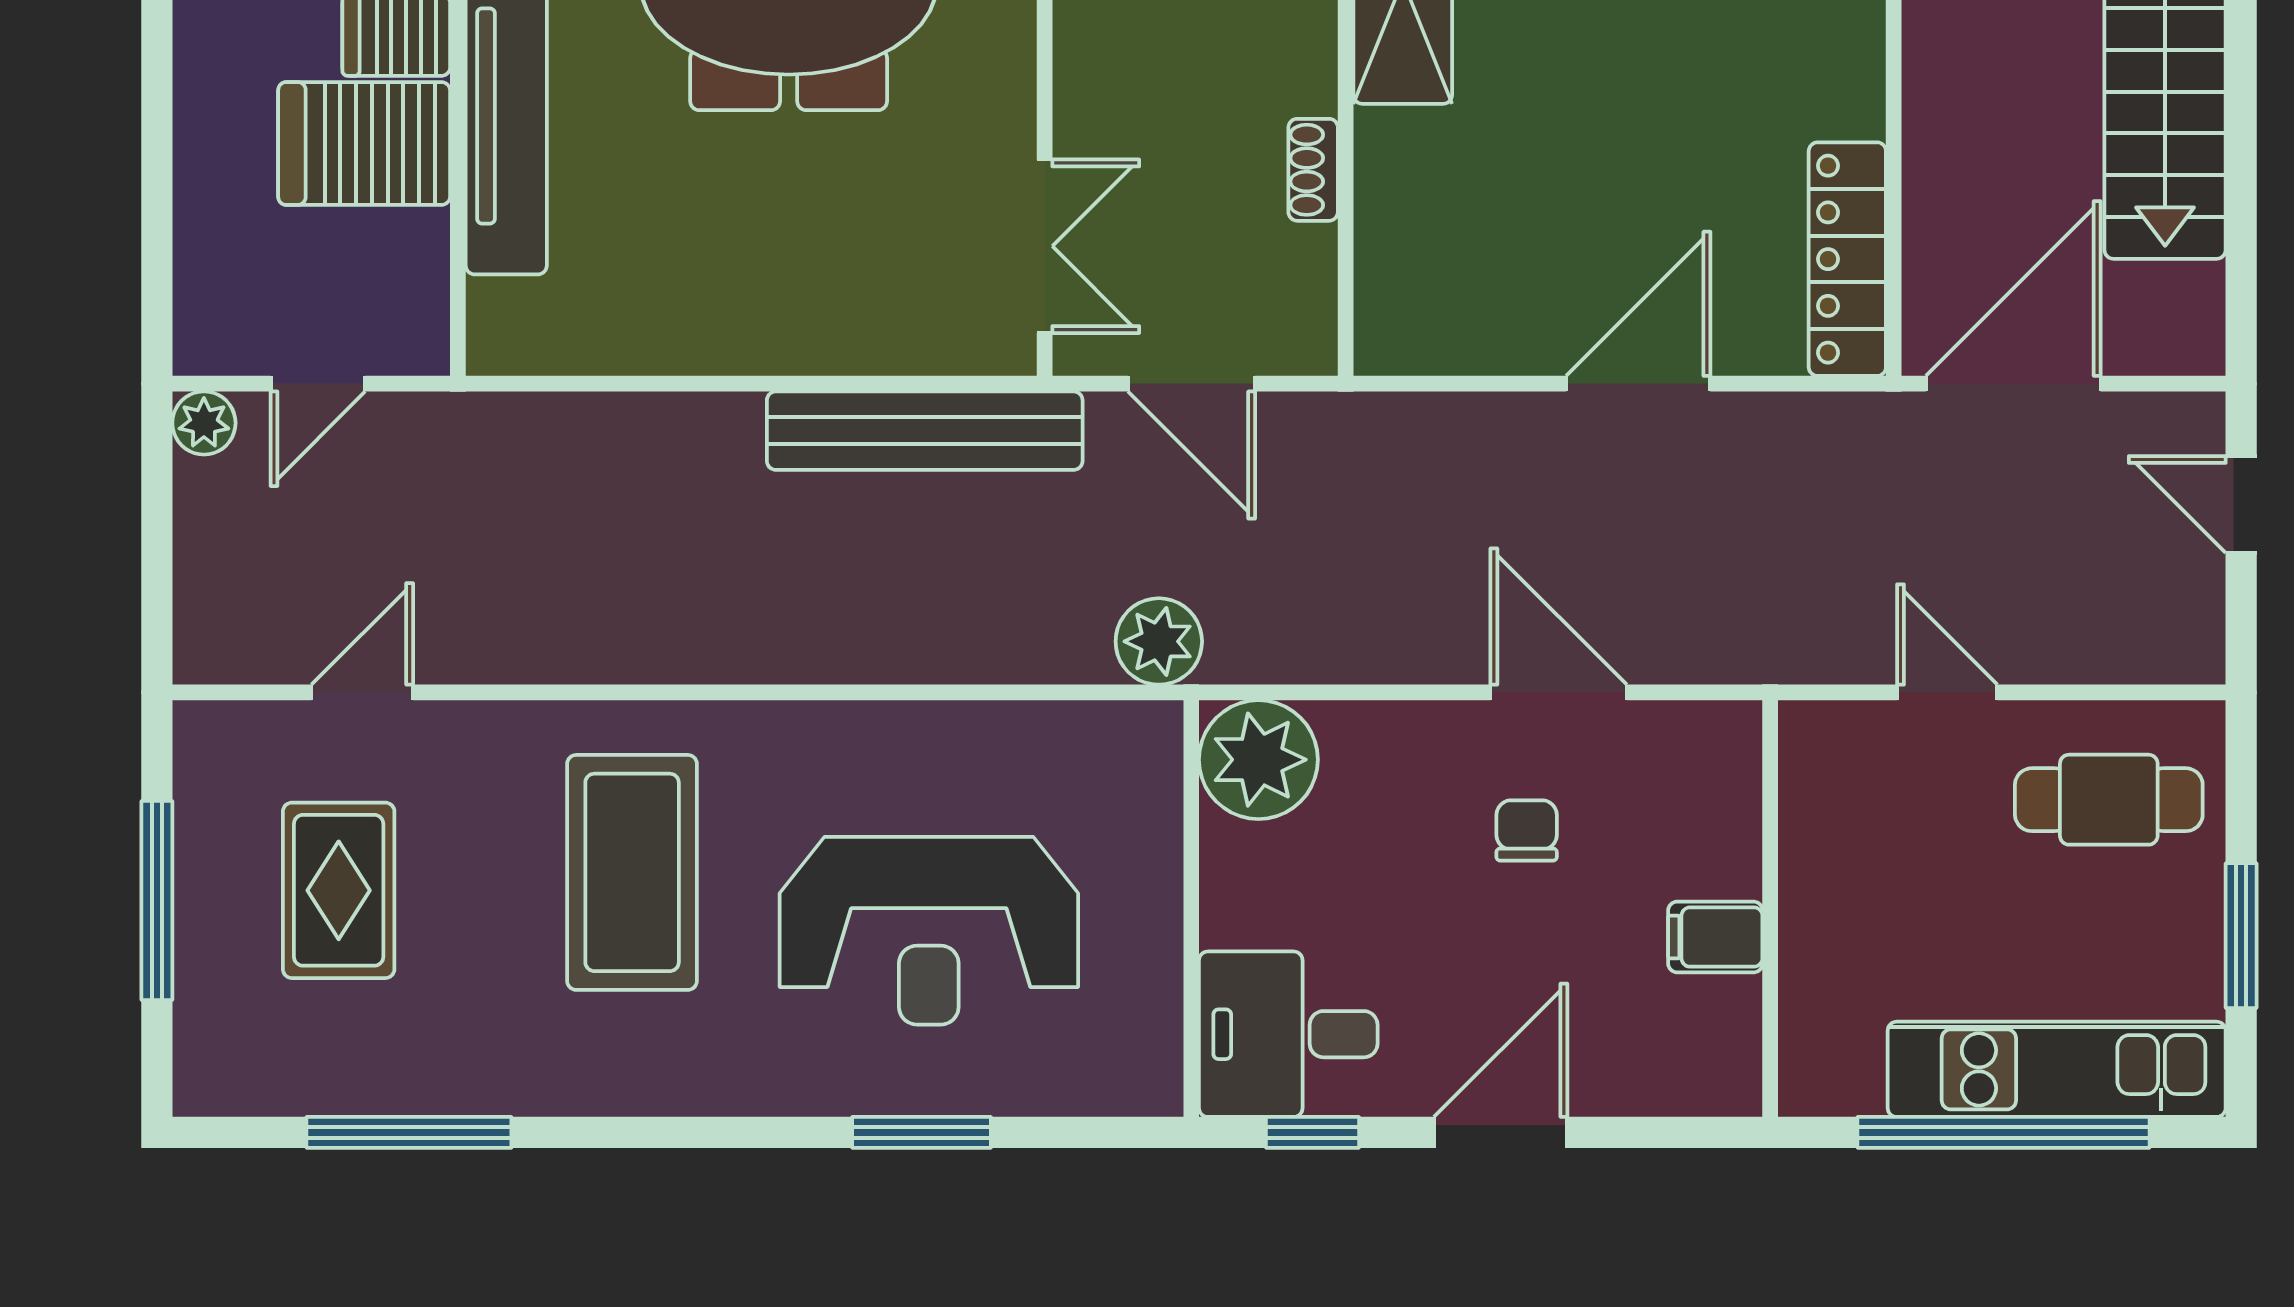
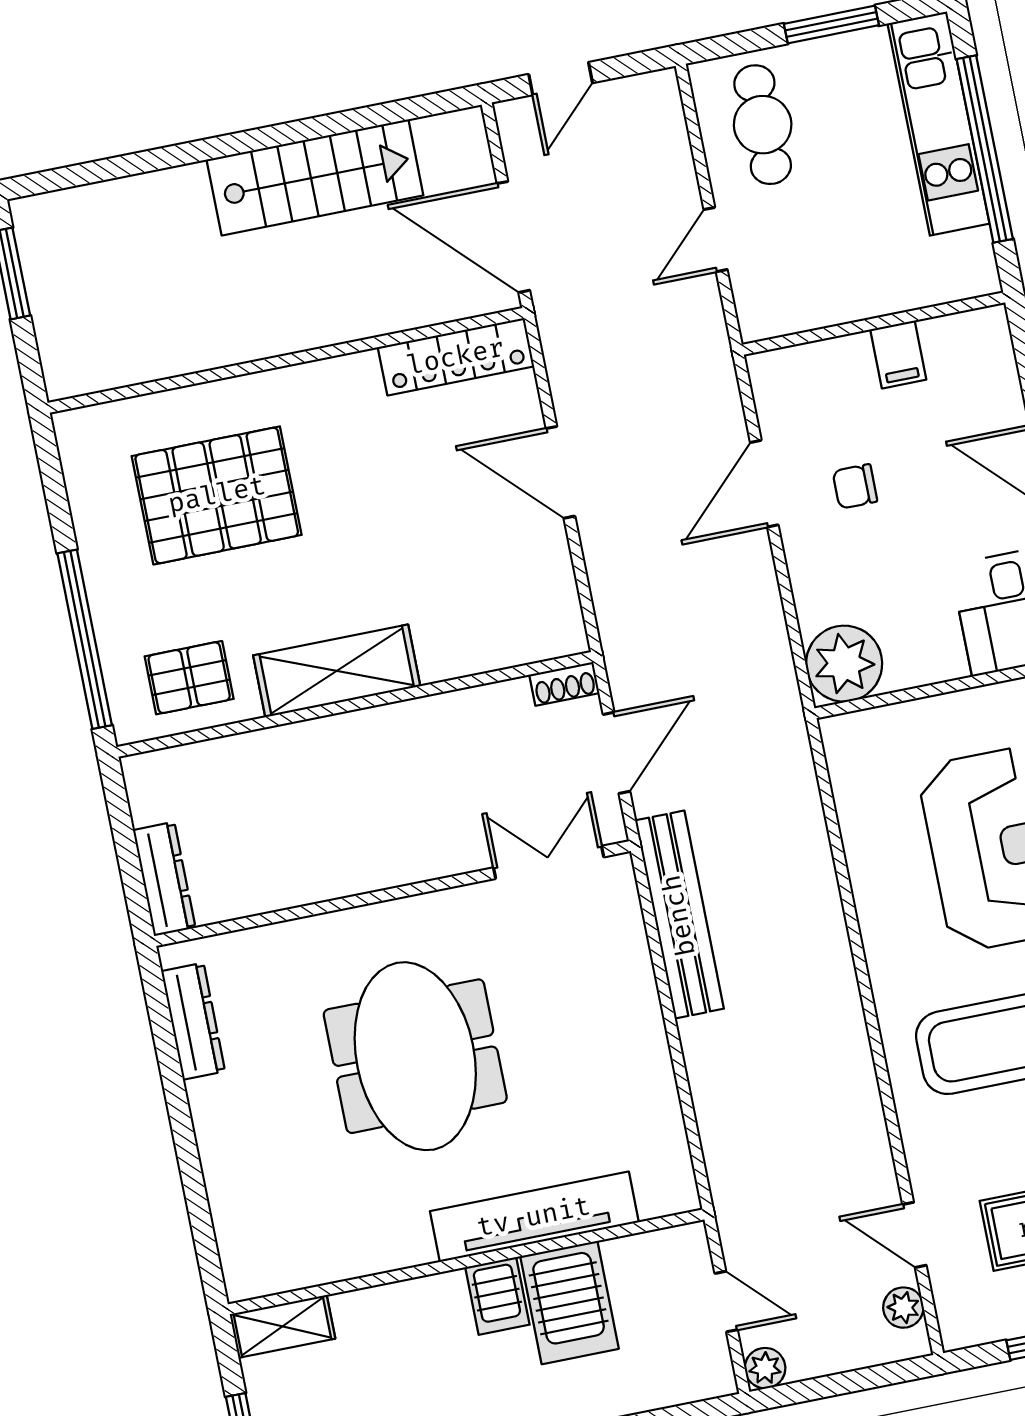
shoe rack: (1313, 170) -> (564, 684), moved
plant: (1159, 641) -> (903, 1308), moved, width x0.73, depth x0.73

